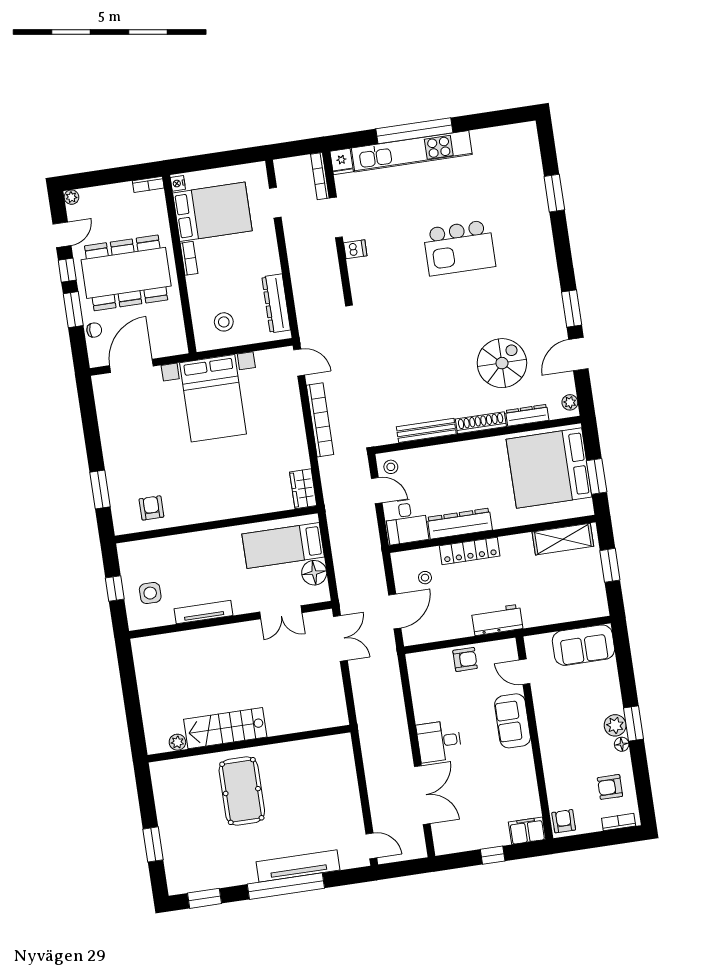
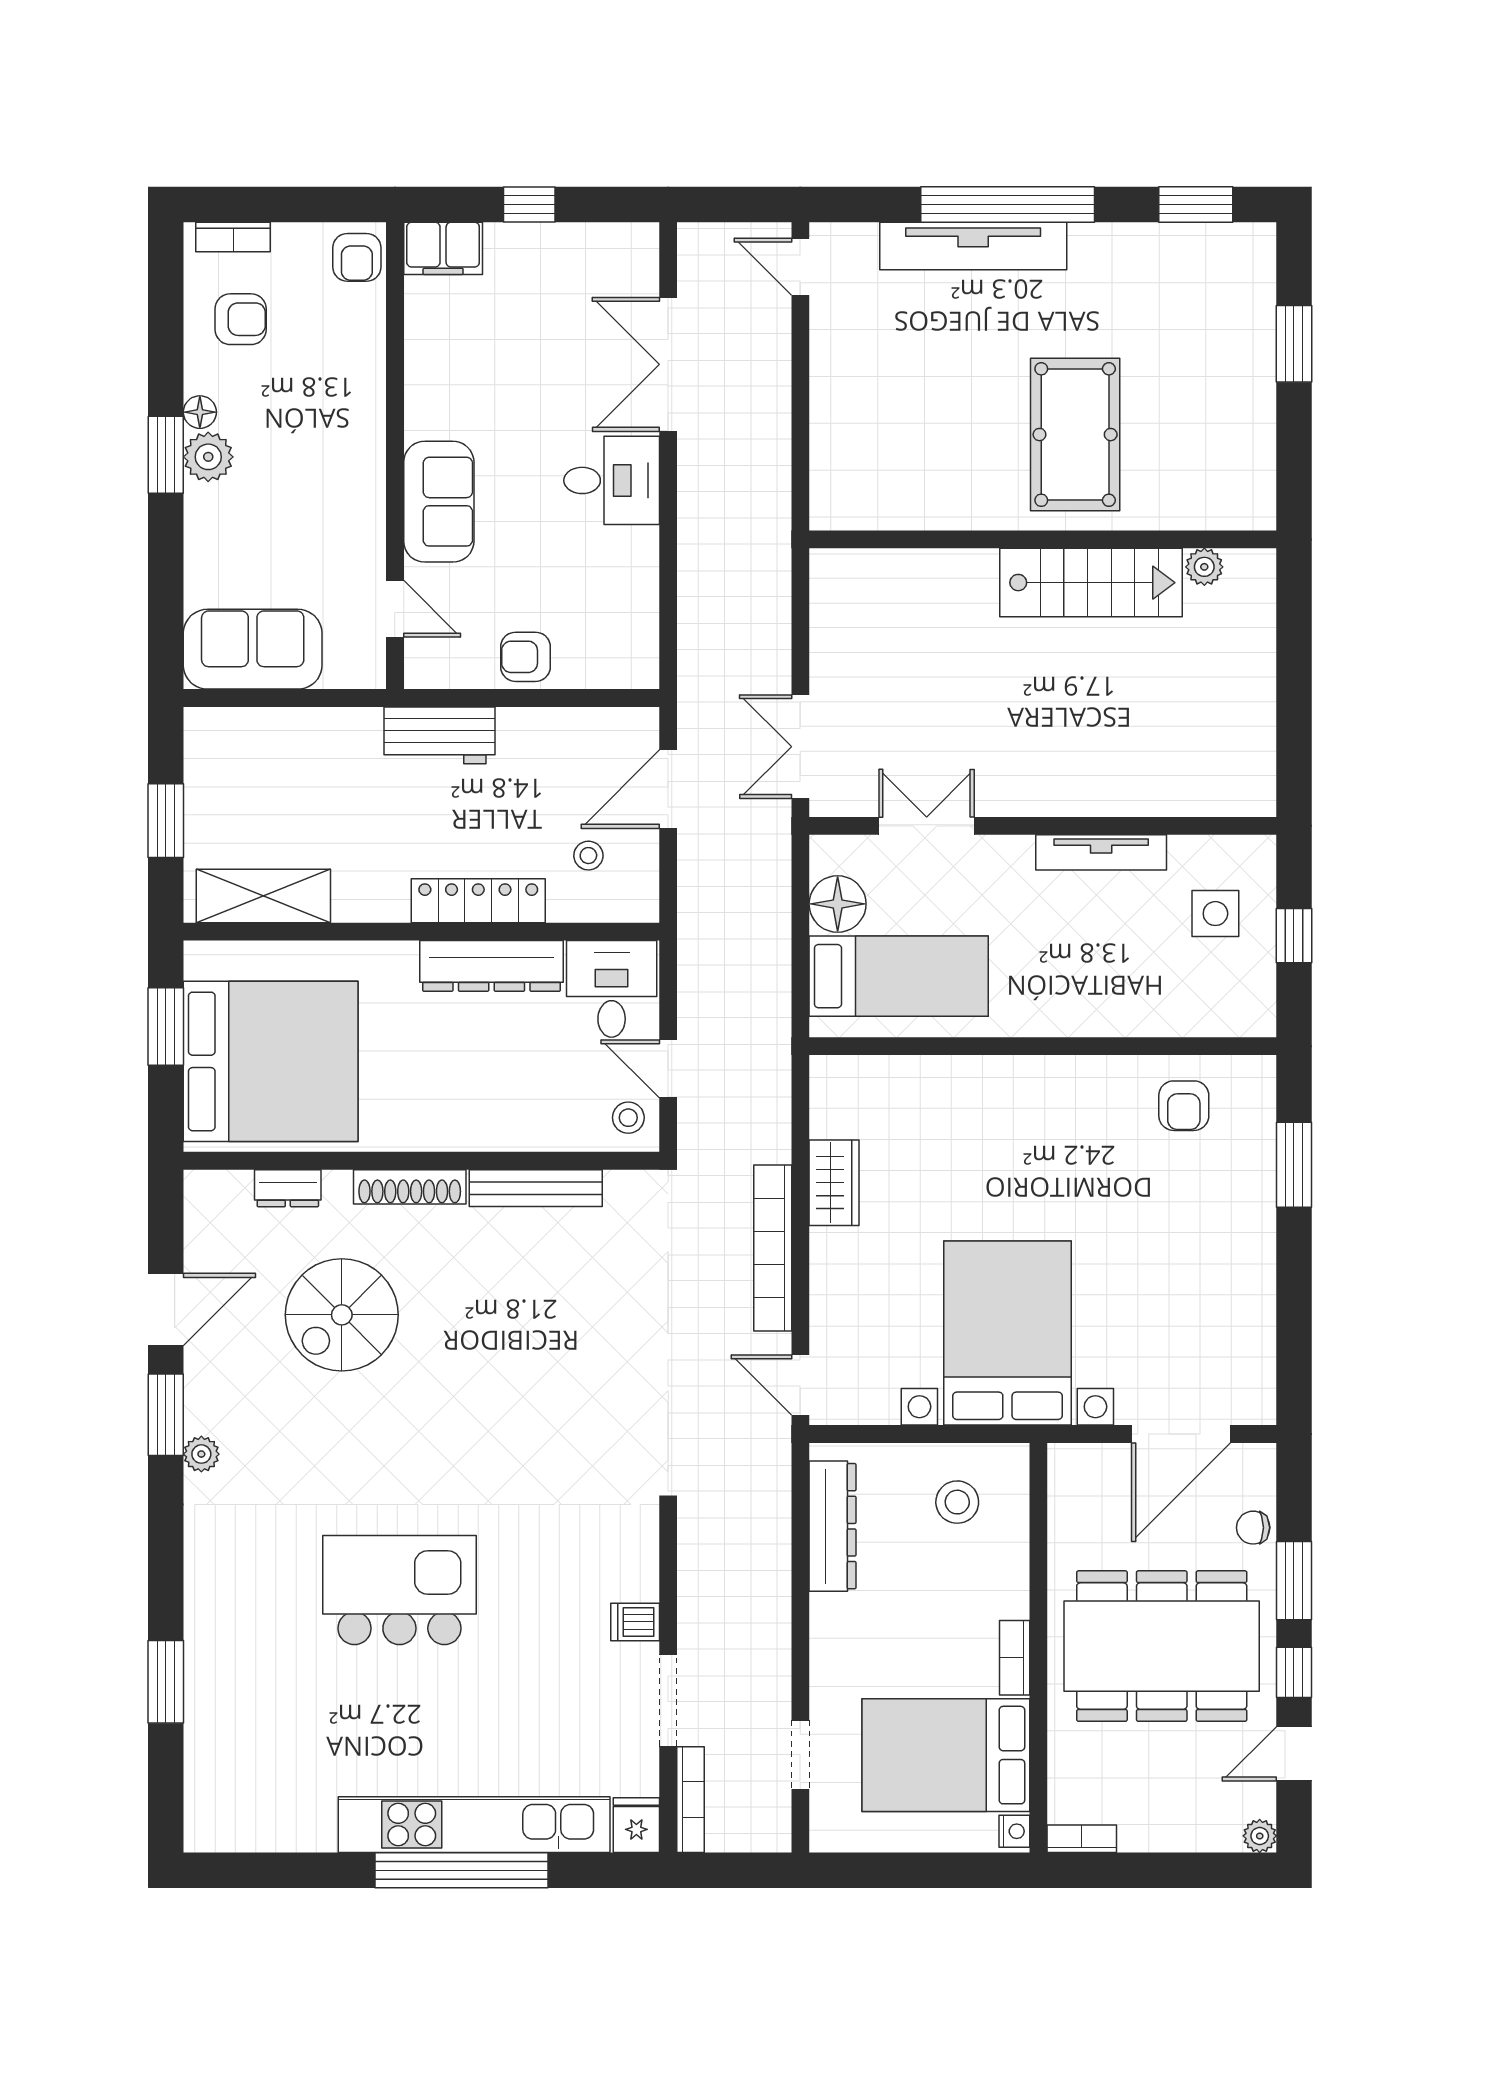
plant: (570, 402) -> (201, 1454), moved
dresser: (527, 415) -> (288, 1188), width x0.70
wardrobe: (303, 489) -> (834, 1183), moved

